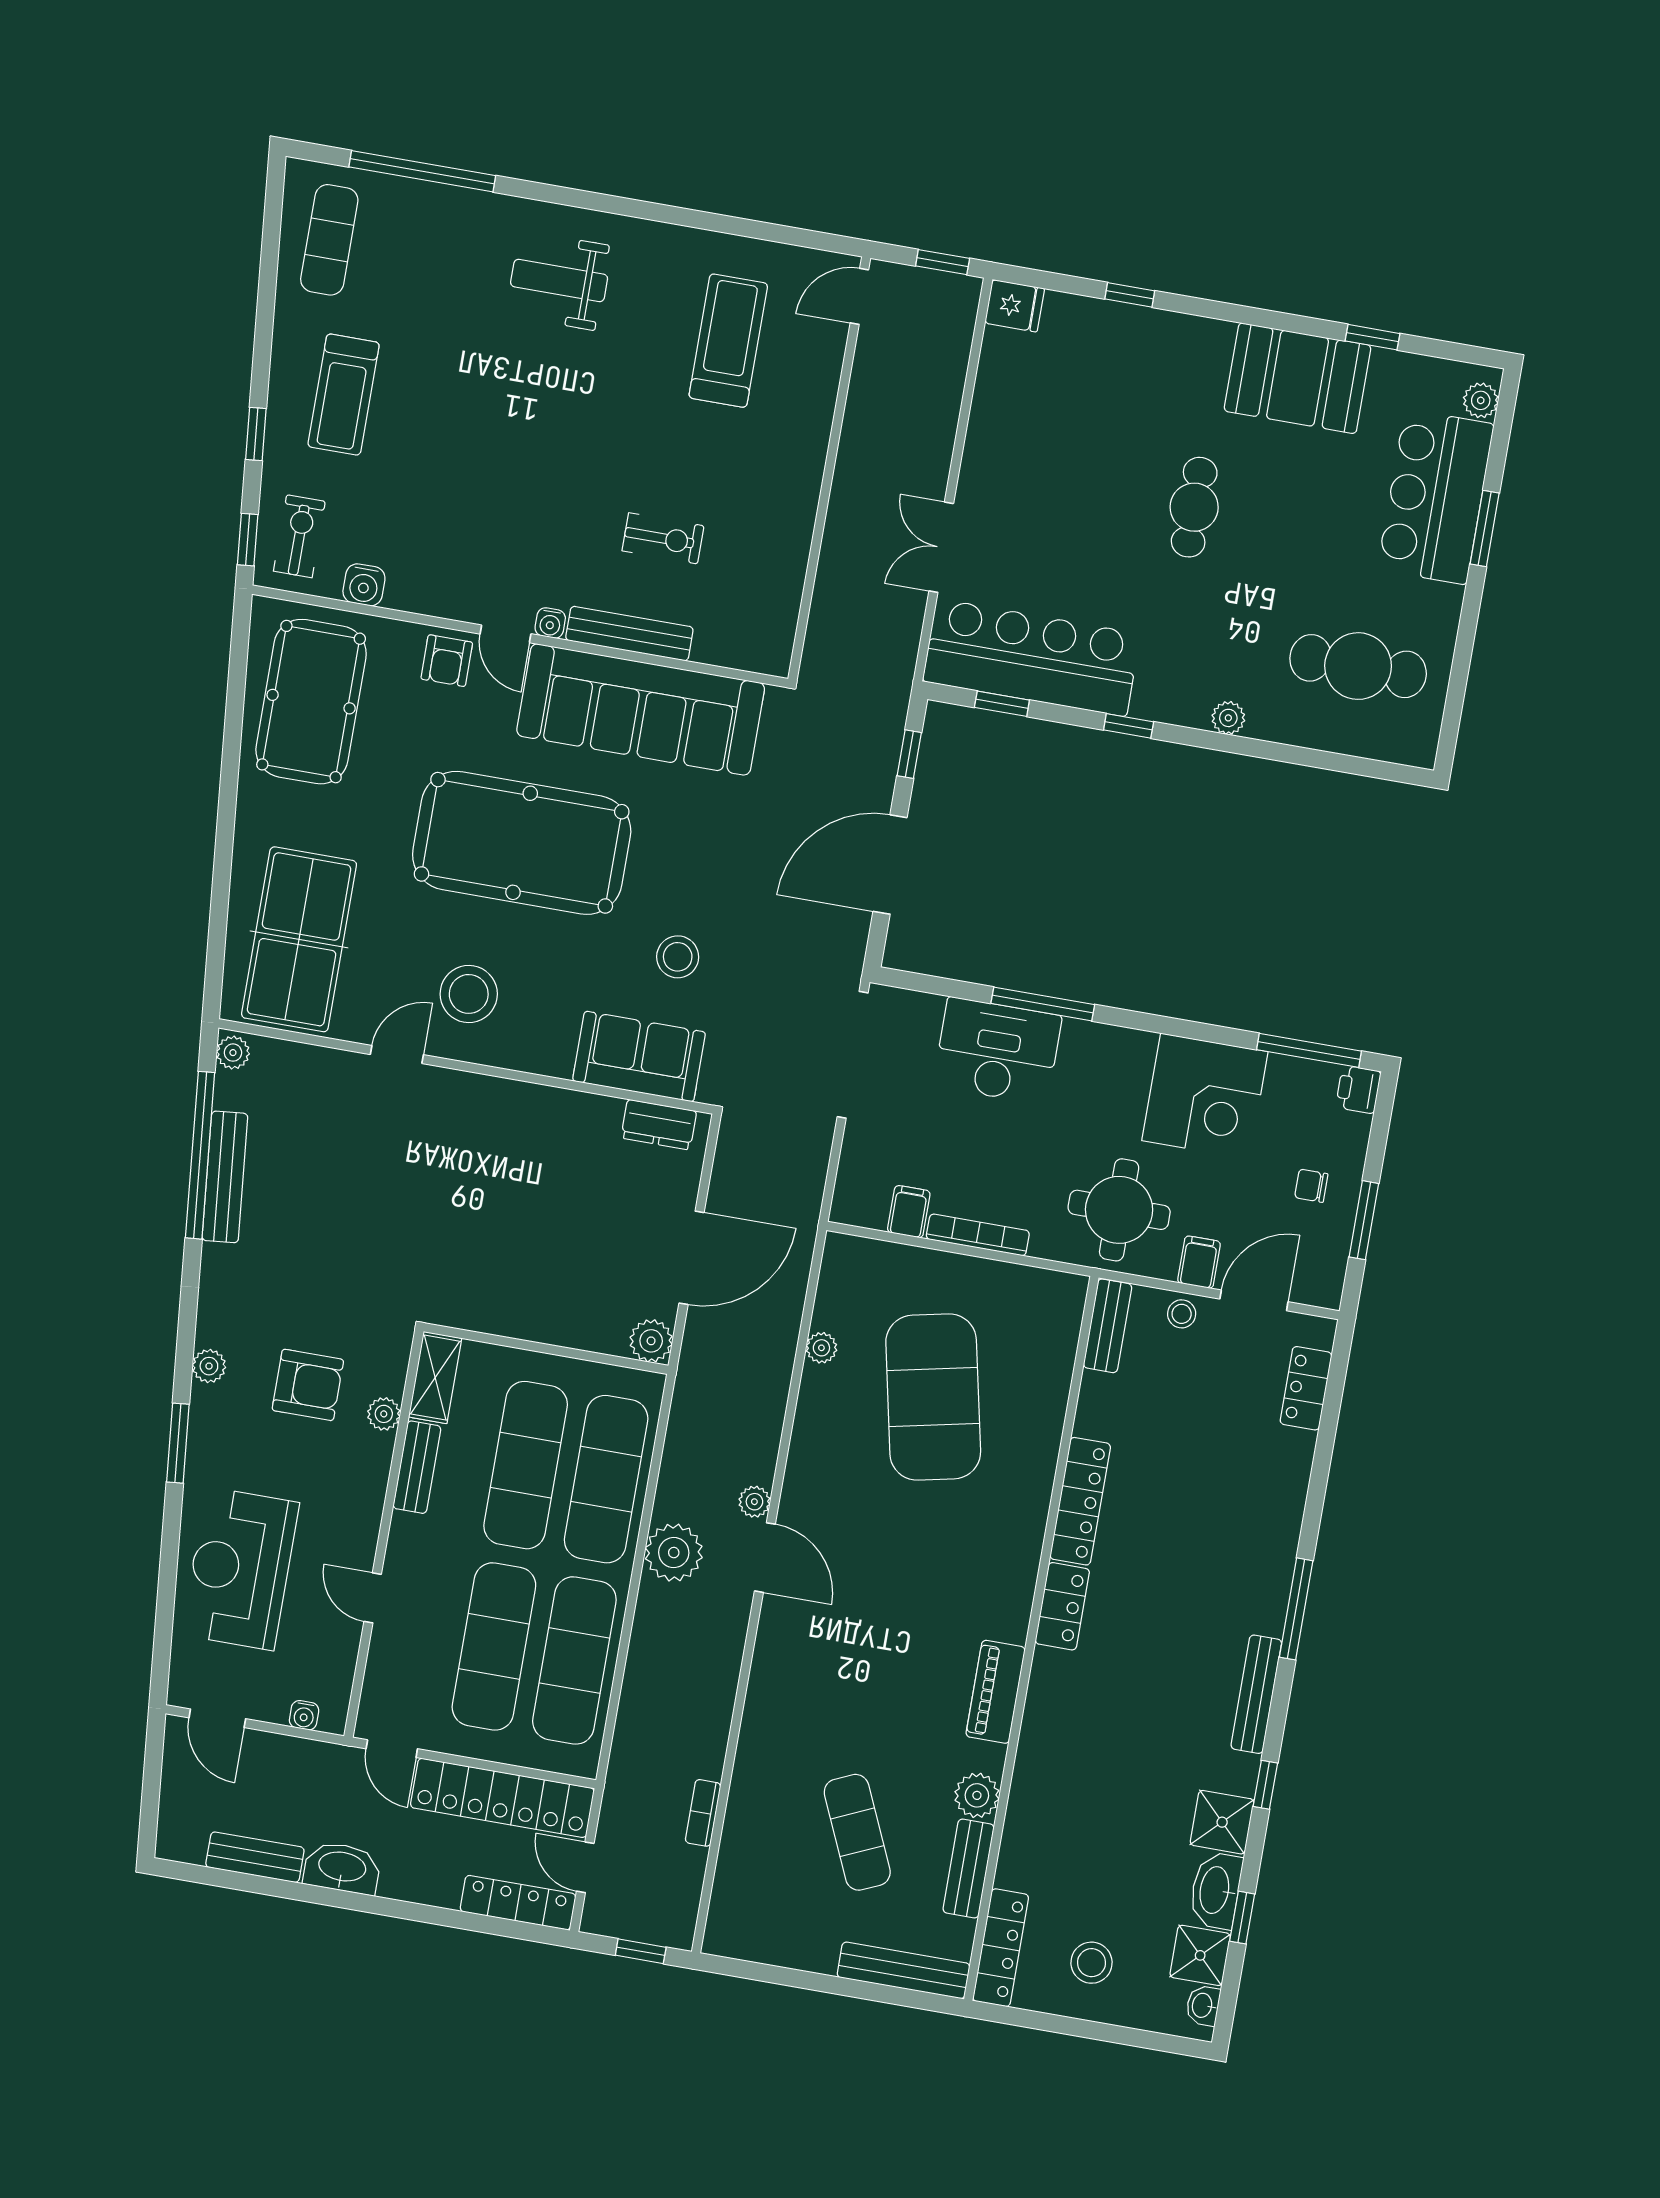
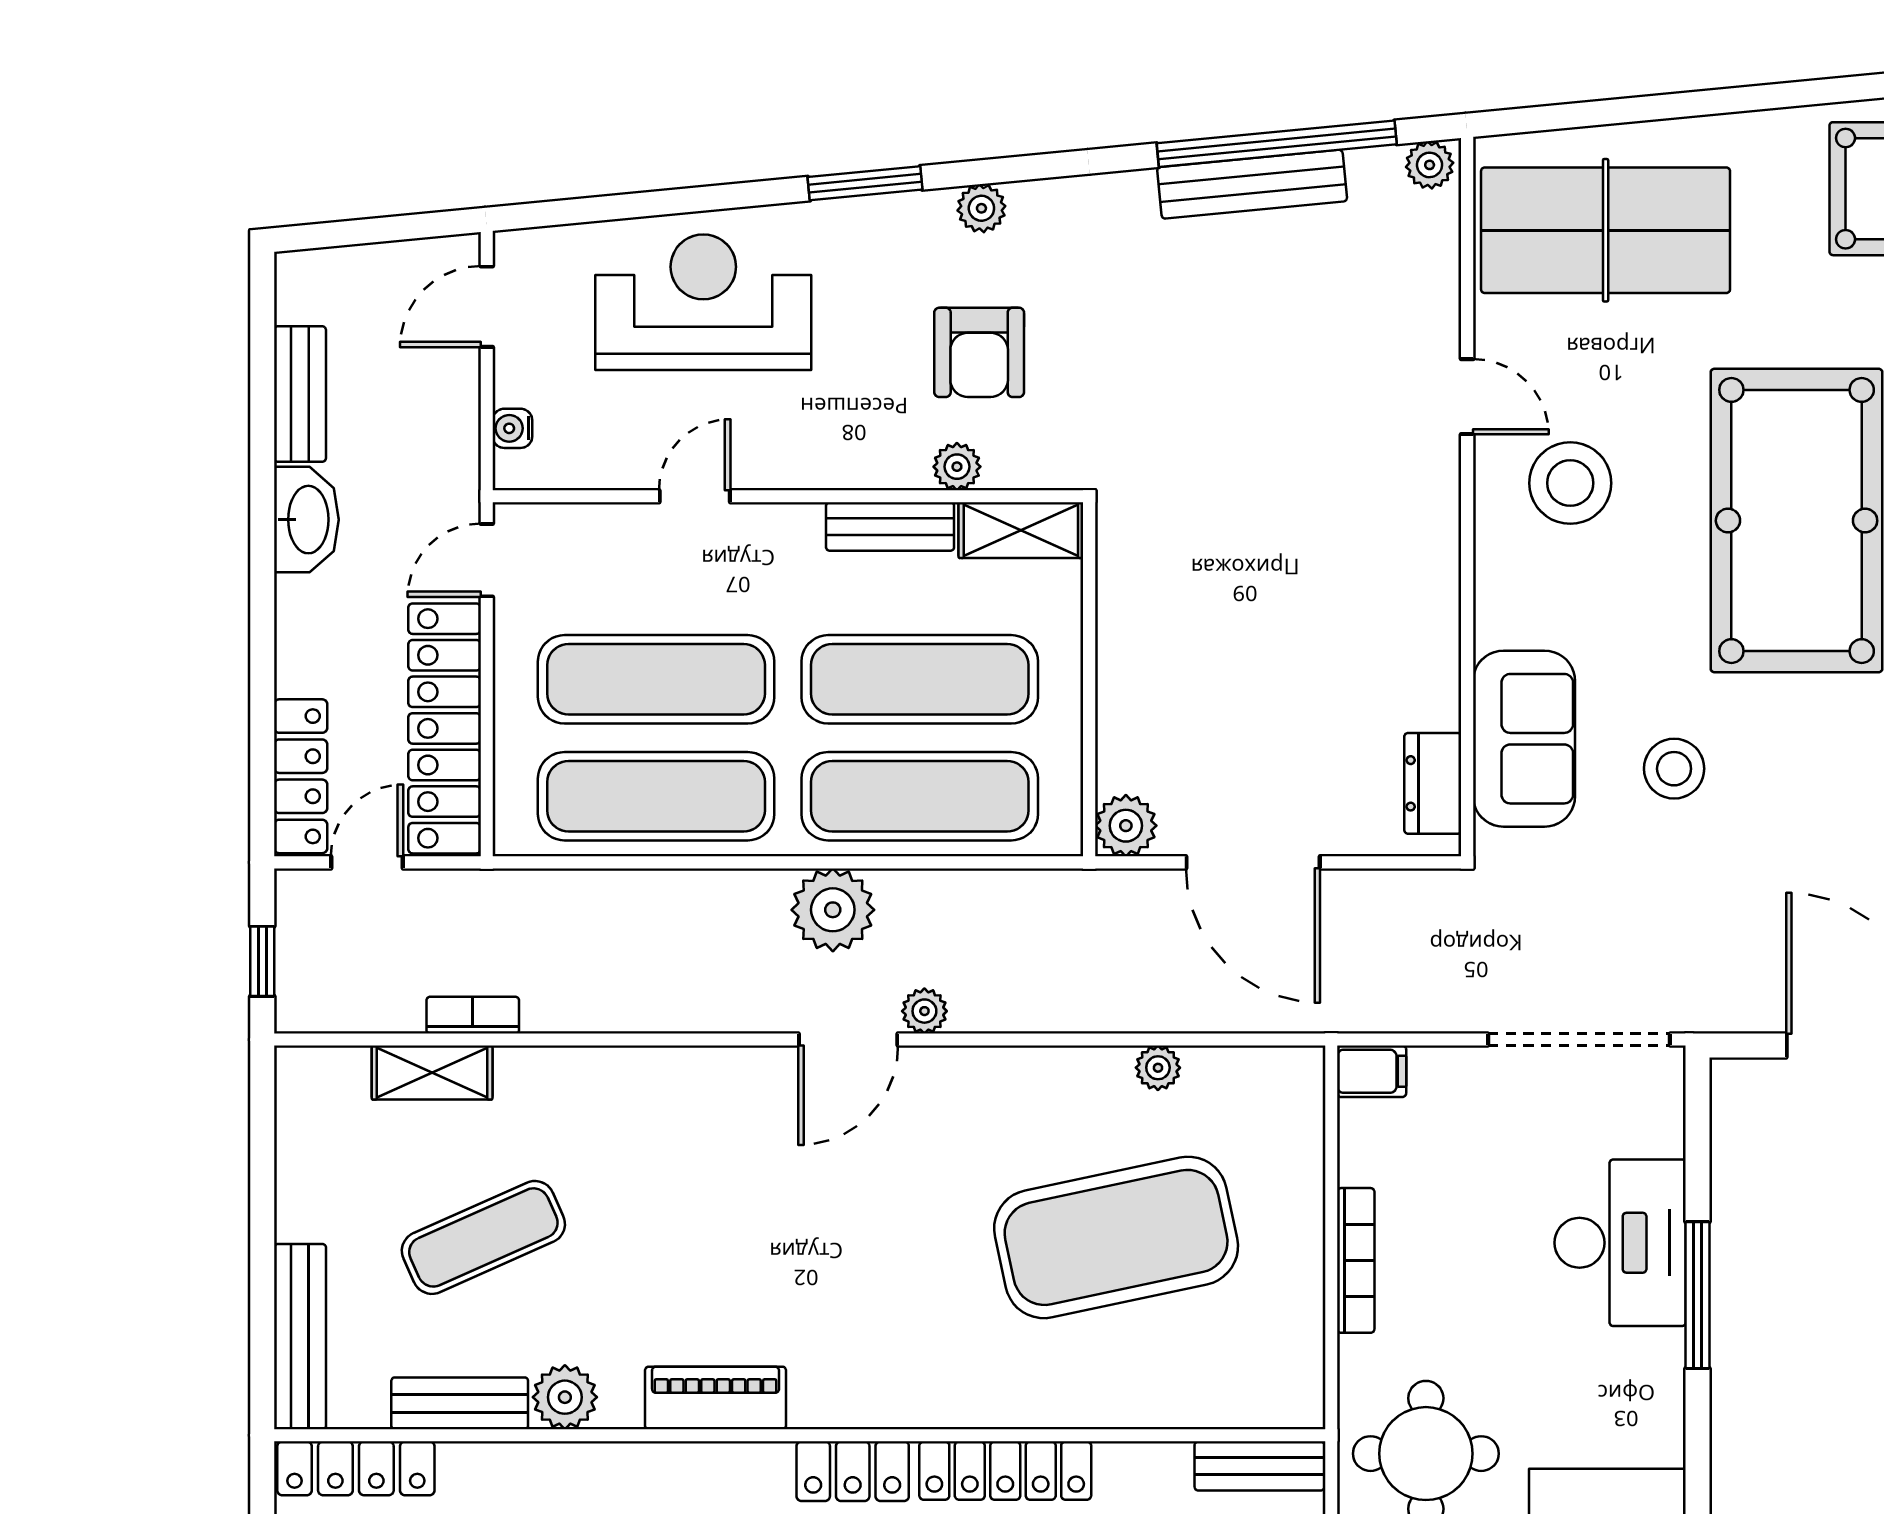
filing cabinet: (909, 1212) -> (1372, 1071), moved
shelving: (738, 1848) -> (432, 1073), added

